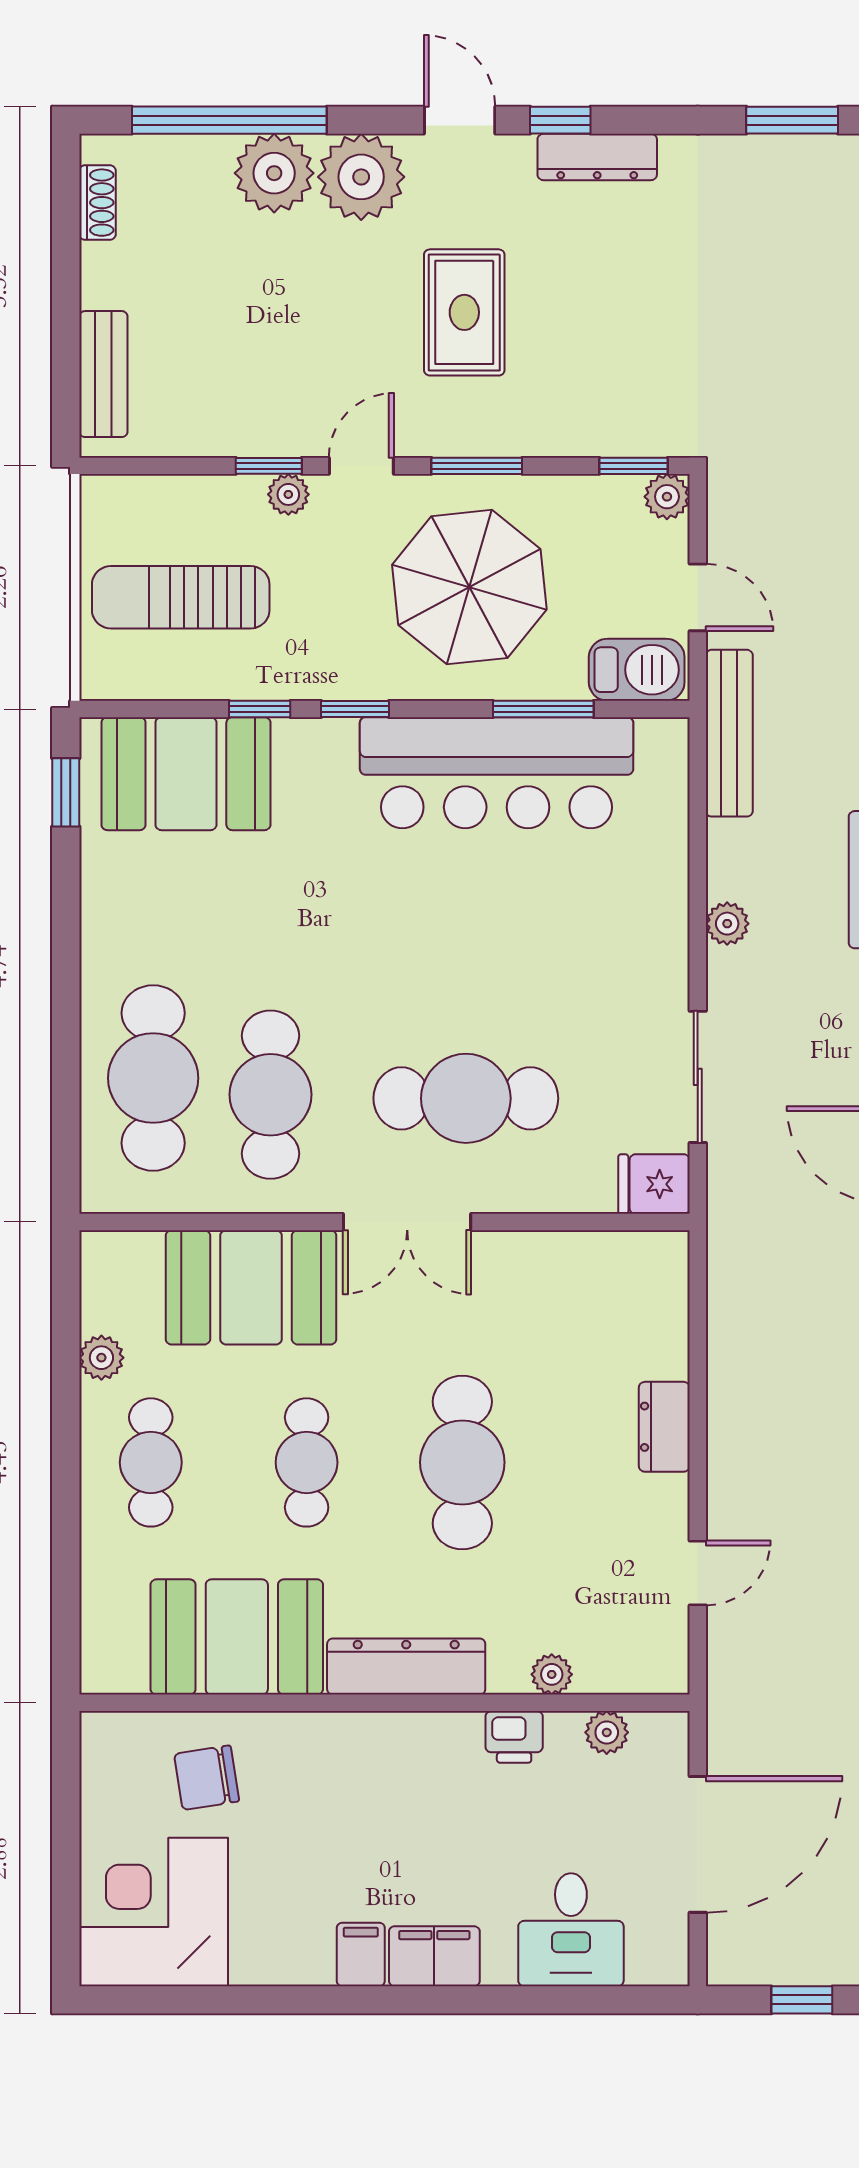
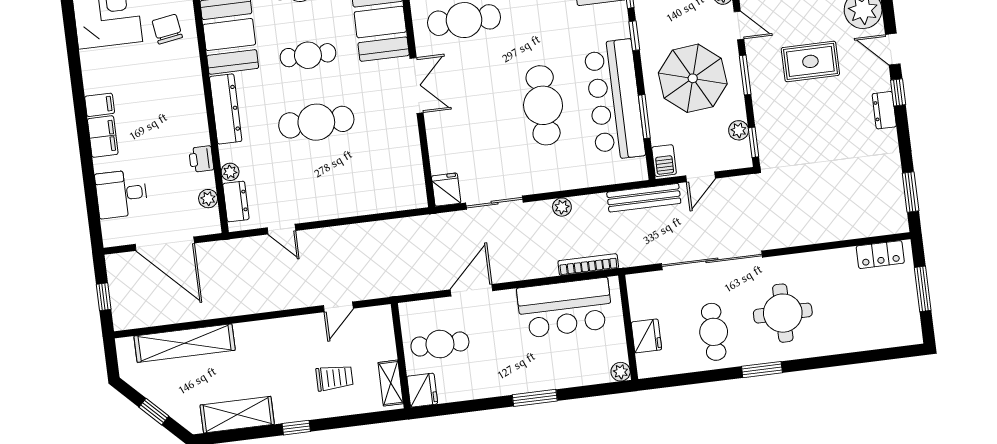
door: (460, 120) -> (893, 49), swing flipped
dresser: (597, 157) -> (884, 110), width x0.70
plant: (667, 497) -> (739, 130), moved
barbecue: (637, 670) -> (664, 161), width x0.73, depth x0.79
cafe table: (466, 1098) -> (543, 105), moved
double door: (407, 1222) -> (417, 85), swing flipped
dresser: (664, 1427) -> (236, 202), moved, turned 90

